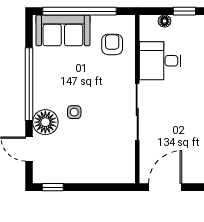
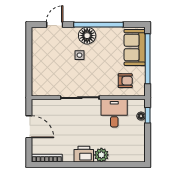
window: (184, 11) -> (148, 115), moved
floor lamp: (45, 122) -> (87, 36), moved
window: (53, 187) -> (29, 41), removed
door: (165, 187) -> (29, 127), moved

